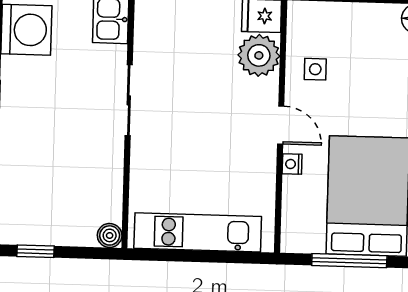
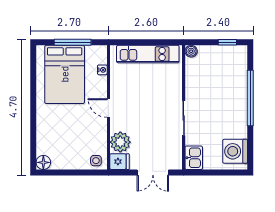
side table: (315, 69) -> (96, 161), moved
nightstand: (292, 164) -> (102, 70), moved

